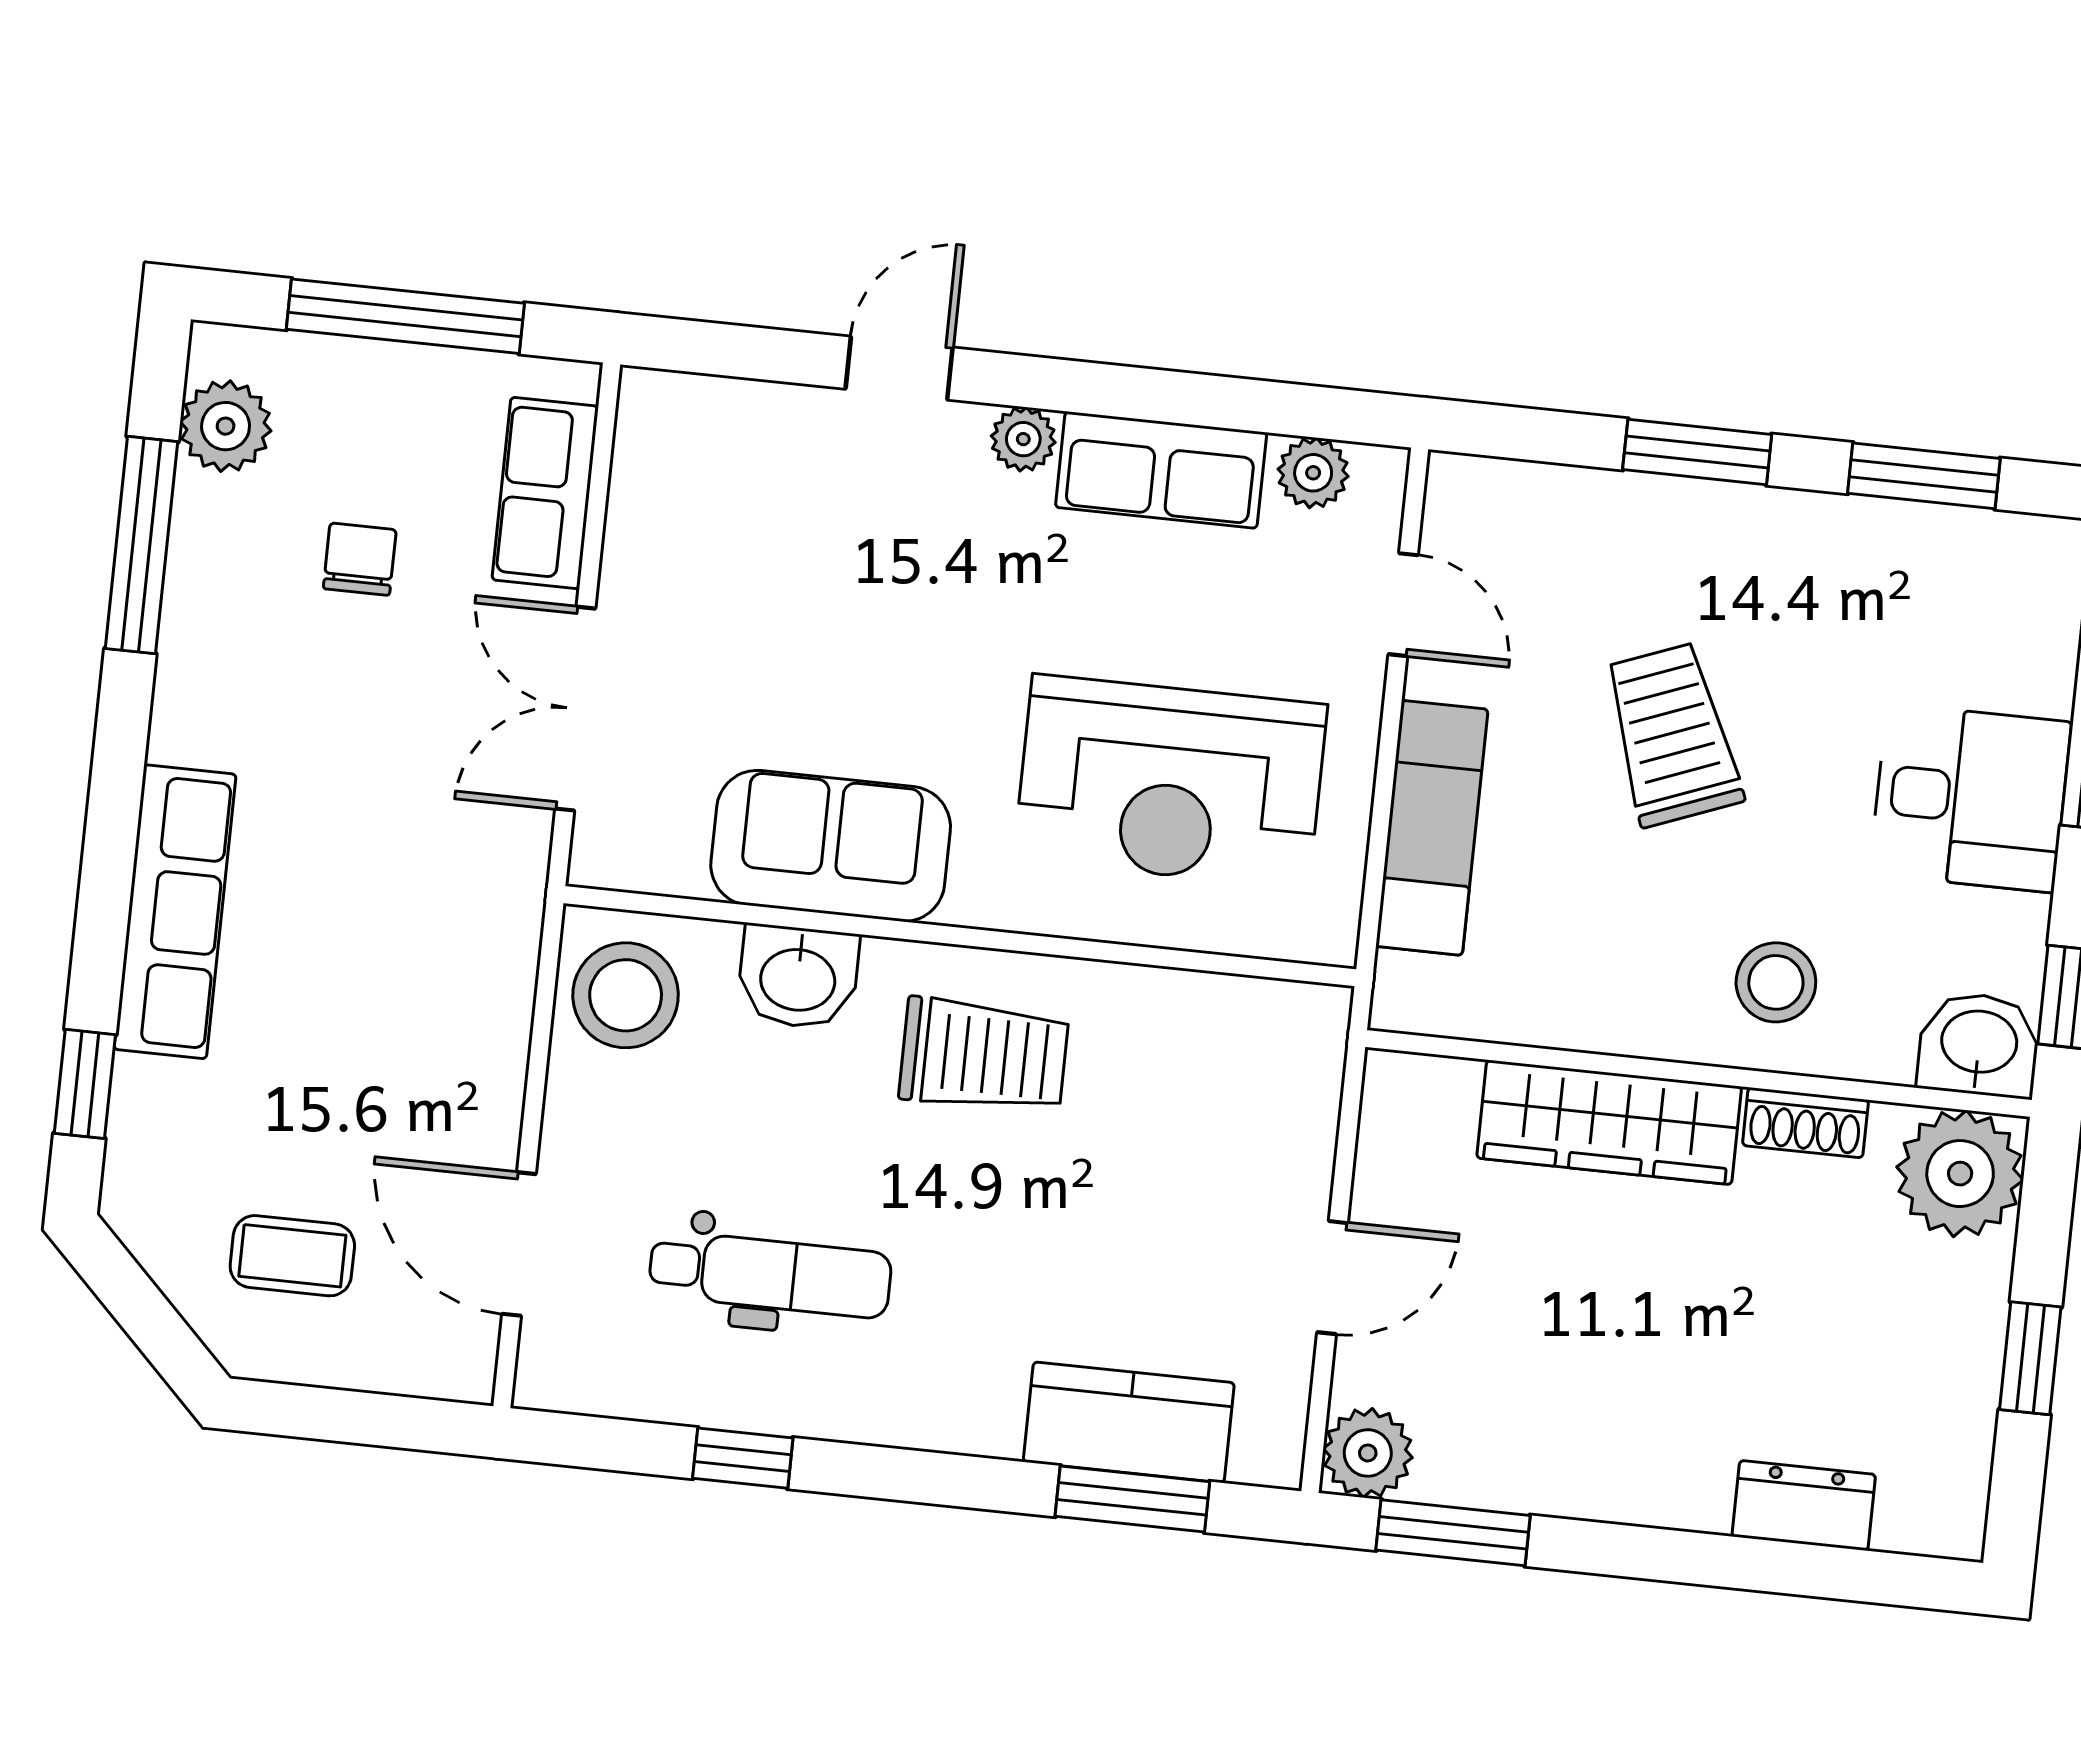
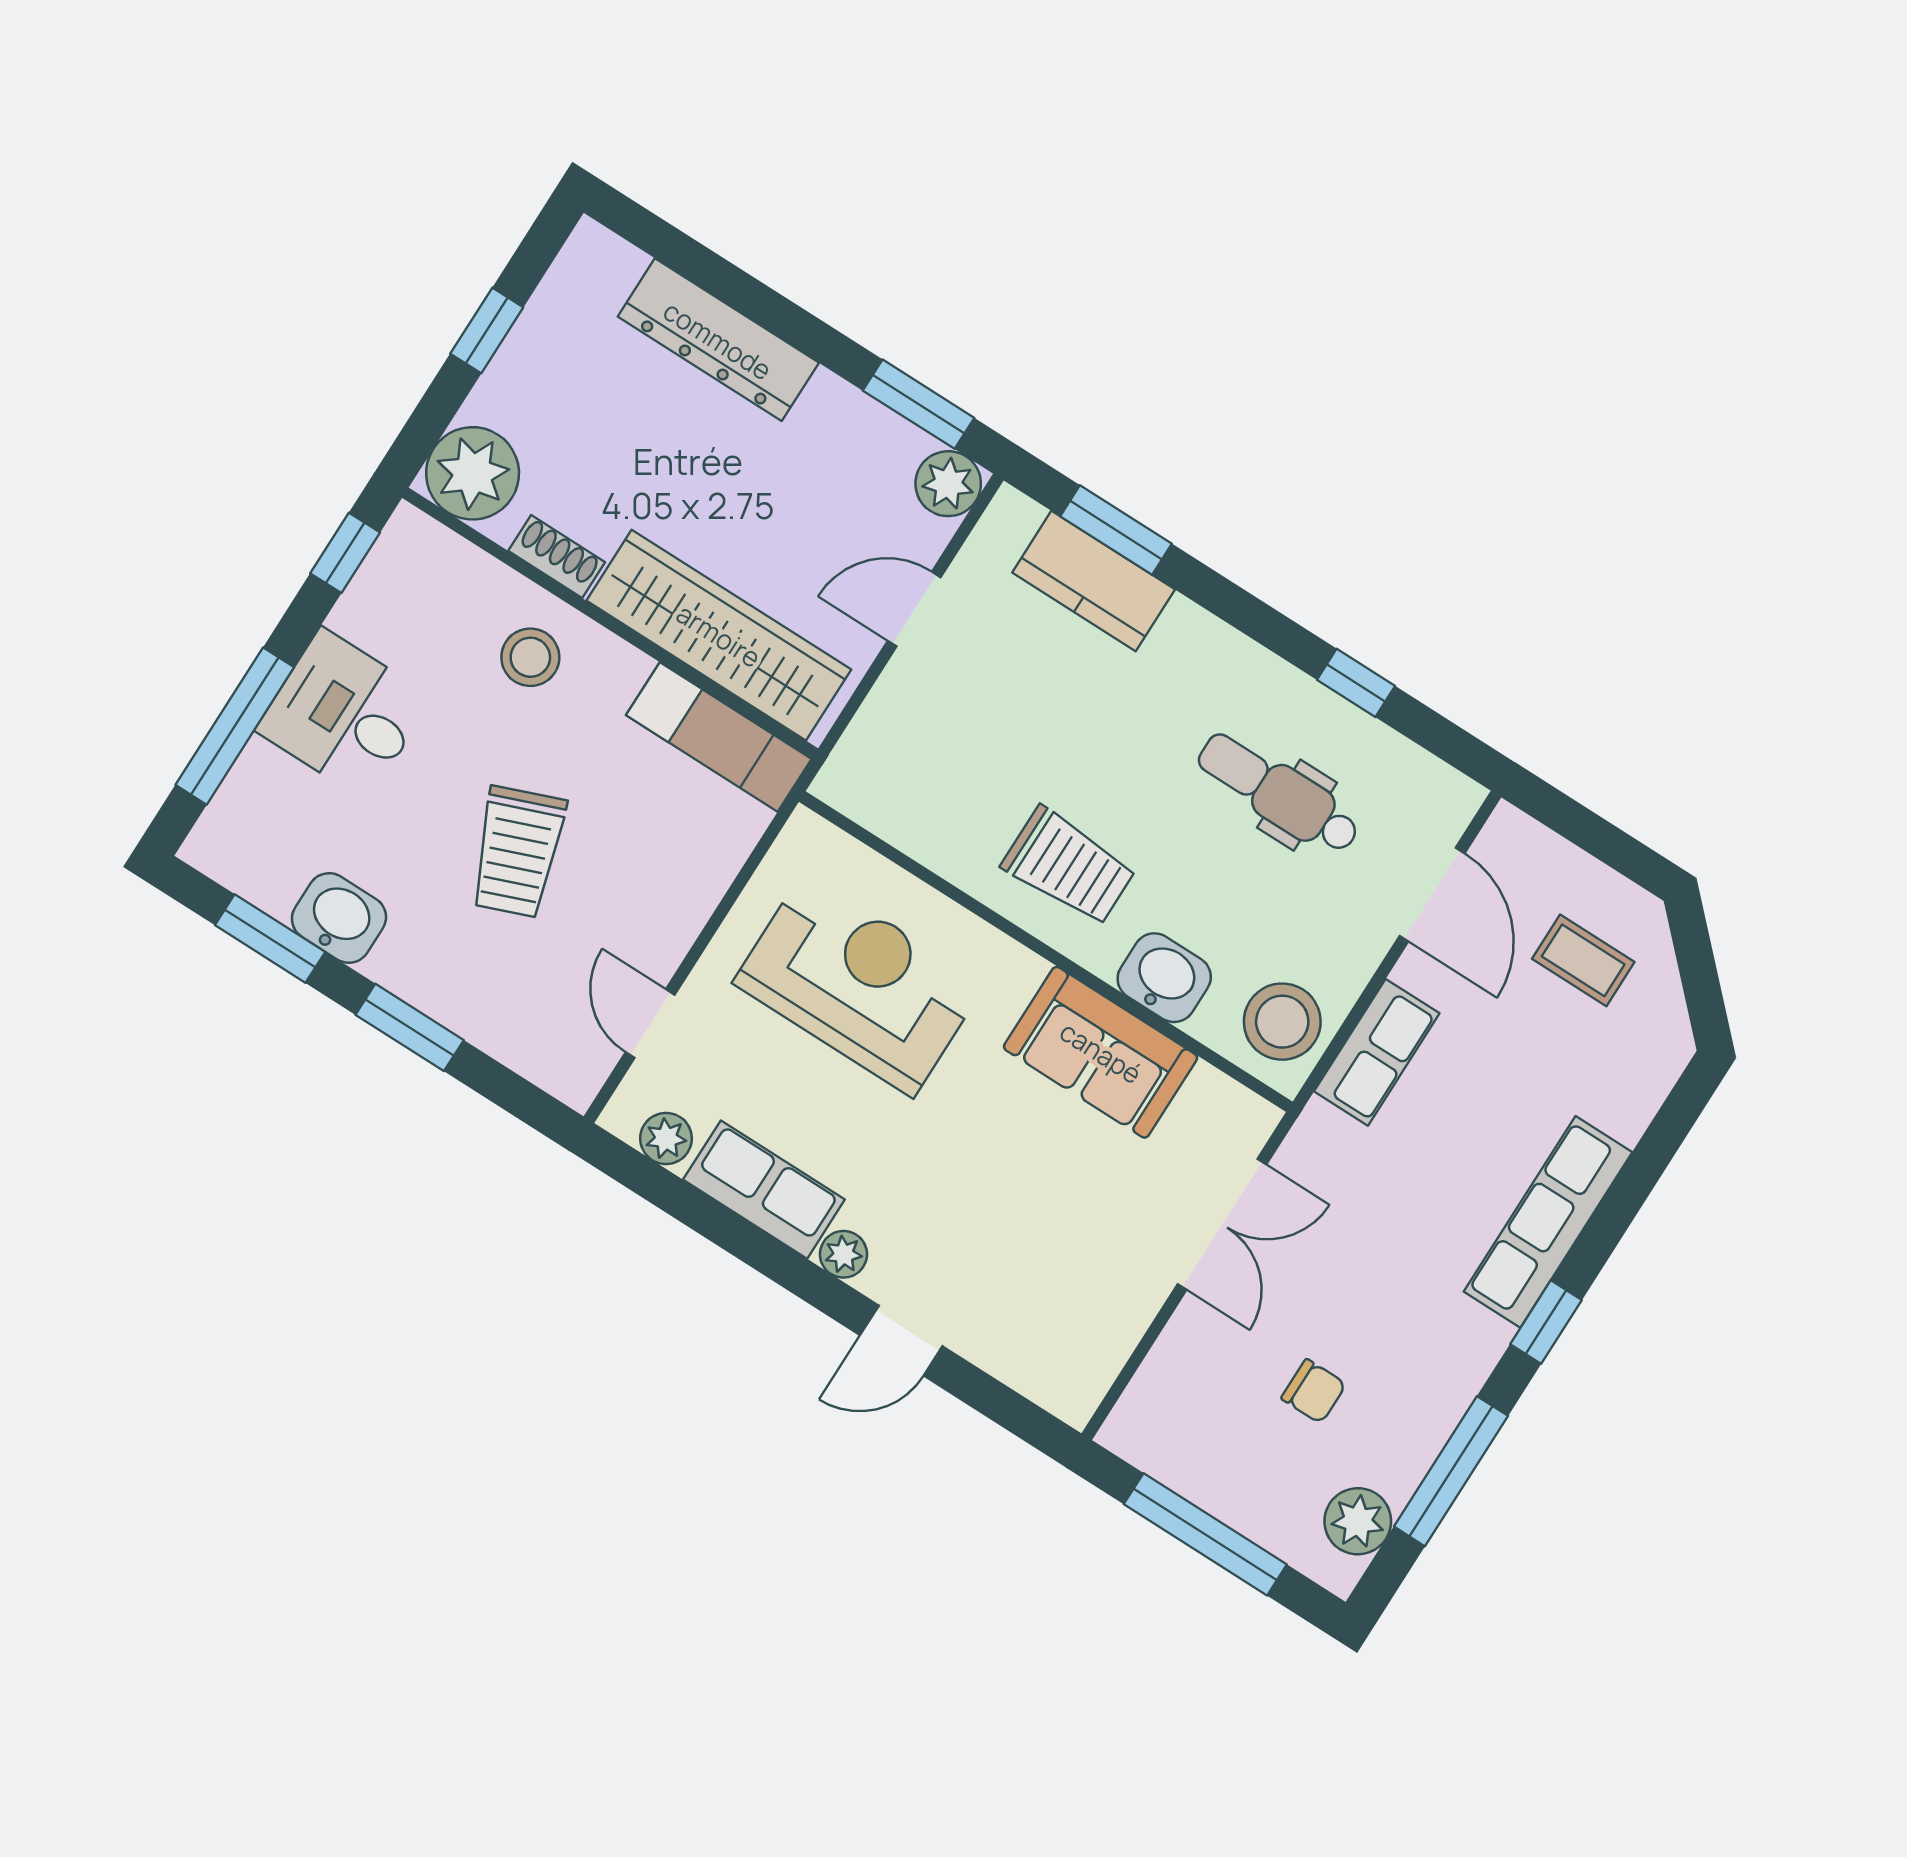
row of seats: (545, 493) -> (1377, 1052), moved
chair: (360, 559) -> (1314, 1391), turned -90
exam couch: (1432, 828) -> (719, 737), moved, turned -90
washbasin: (1979, 1045) -> (339, 918), moved, turned 180
trolley: (984, 1055) -> (1069, 866), turned 180
window: (85, 1084) -> (1546, 1322), moved
wardrobe: (1609, 1122) -> (719, 635), width x1.40, depth x1.17
dresser: (1804, 1505) -> (718, 340), width x1.96, depth x1.24

